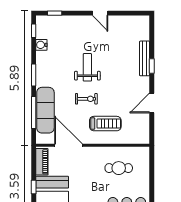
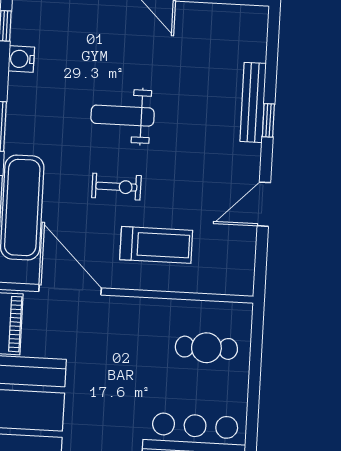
weight bench: (87, 67) -> (123, 116), turned -90
cafe table: (119, 168) -> (206, 348), moved

